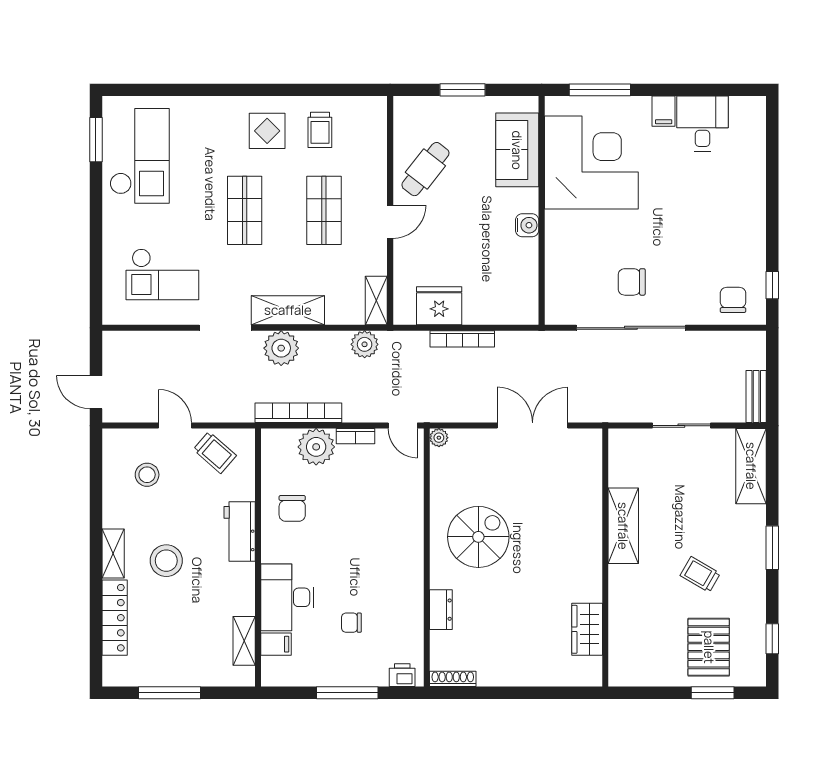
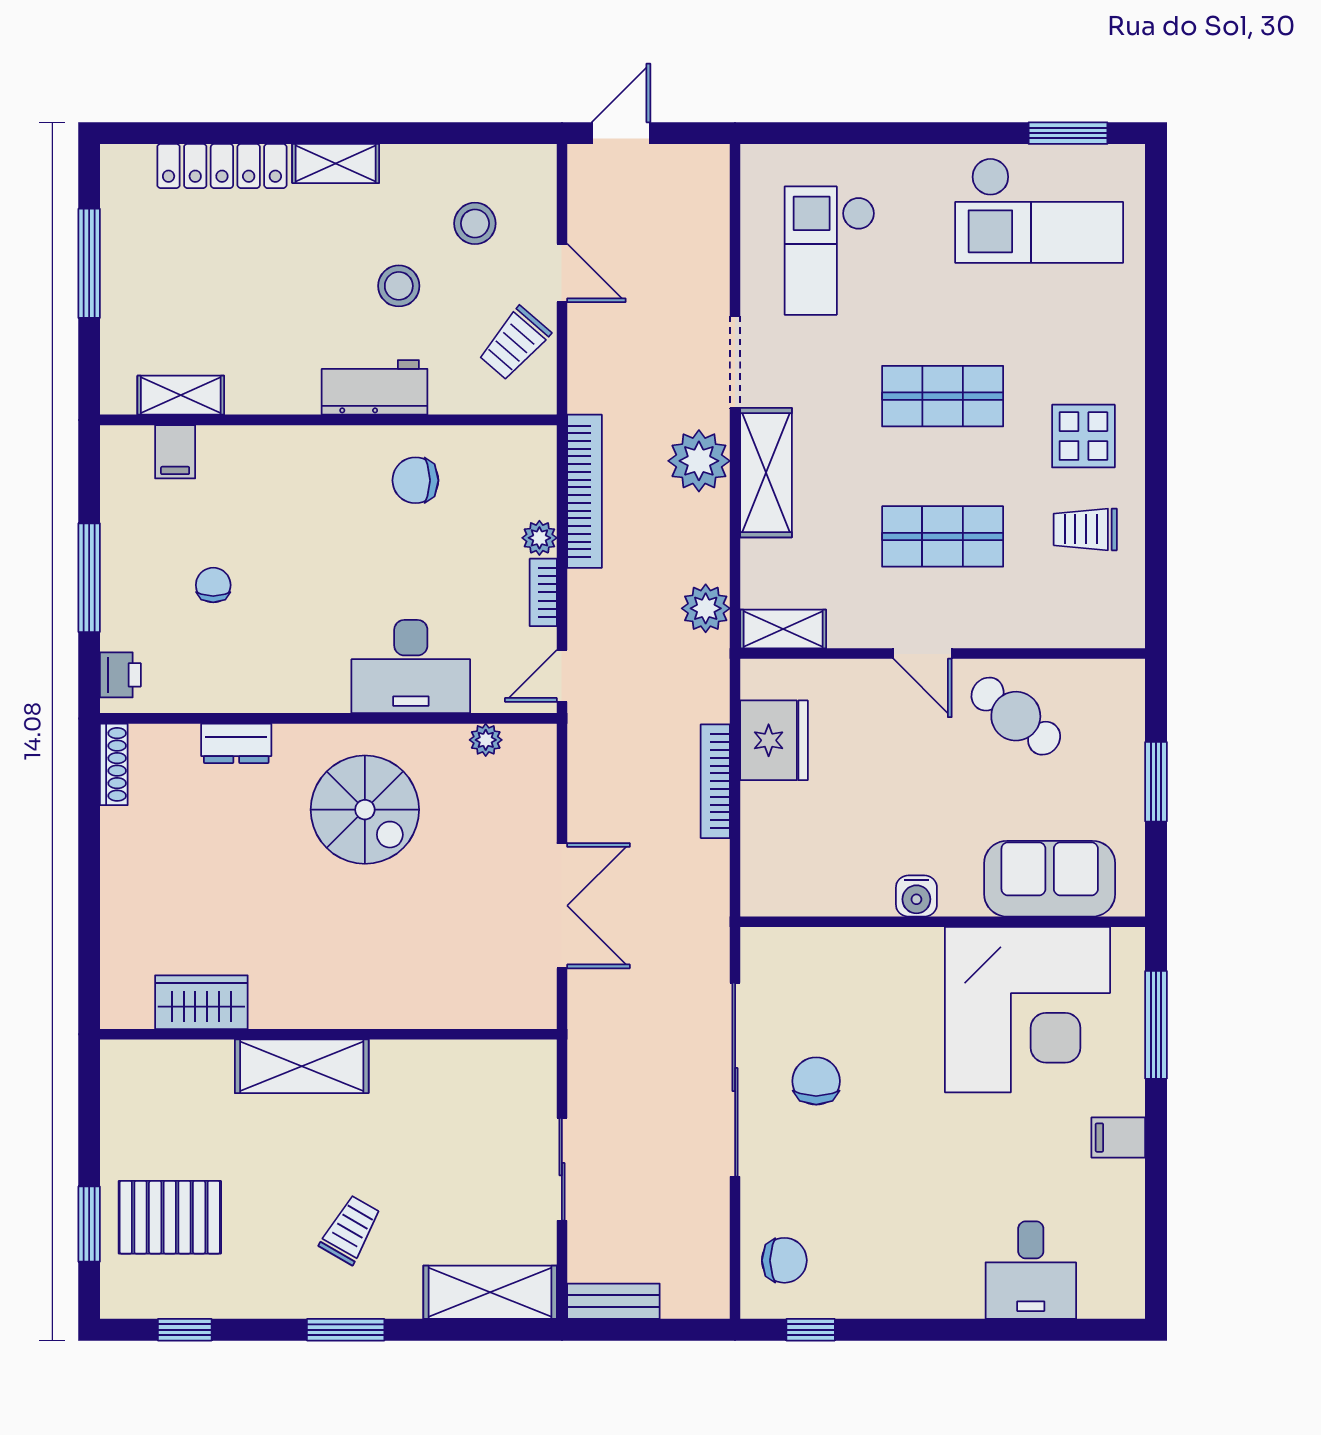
desk: (703, 124) -> (1031, 1270), moved, turned 90
door: (175, 426) -> (562, 273), hinge flipped
plant: (439, 438) -> (486, 740), moved
plant: (316, 447) -> (539, 538), width x0.53, depth x0.53
shelving: (623, 526) -> (302, 1066), moved
stool: (166, 561) -> (399, 286), moved, width x0.73, depth x0.73
trolley: (700, 574) -> (350, 1230), moved
desk: (287, 597) -> (411, 667), moved, turned 180

